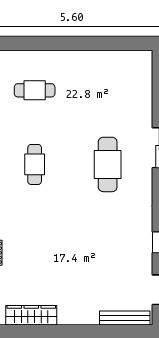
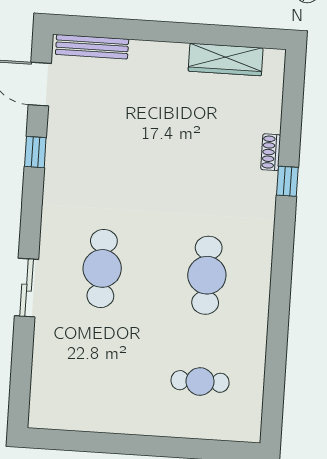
cafe table: (35, 164) -> (207, 275), width x1.37, depth x1.35

